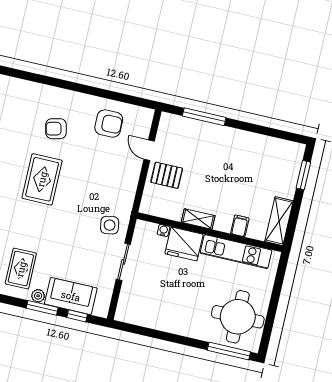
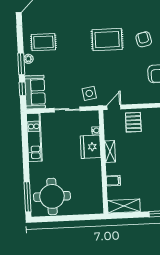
door: (149, 150) -> (114, 107), moved
kitchen unit: (236, 252) -> (34, 137), moved, turned 180
sofa: (71, 296) -> (35, 92), moved

